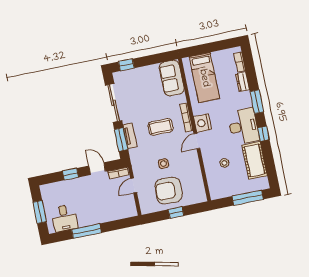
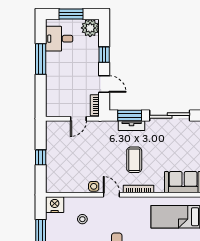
nightstand: (202, 123) -> (55, 205), moved
side table: (163, 164) -> (94, 186), moved
door: (97, 169) -> (104, 84), hinge flipped
door: (134, 185) -> (78, 119), swing flipped
armchair: (169, 191) -> (65, 154), removed
plant: (49, 192) -> (90, 28), added

